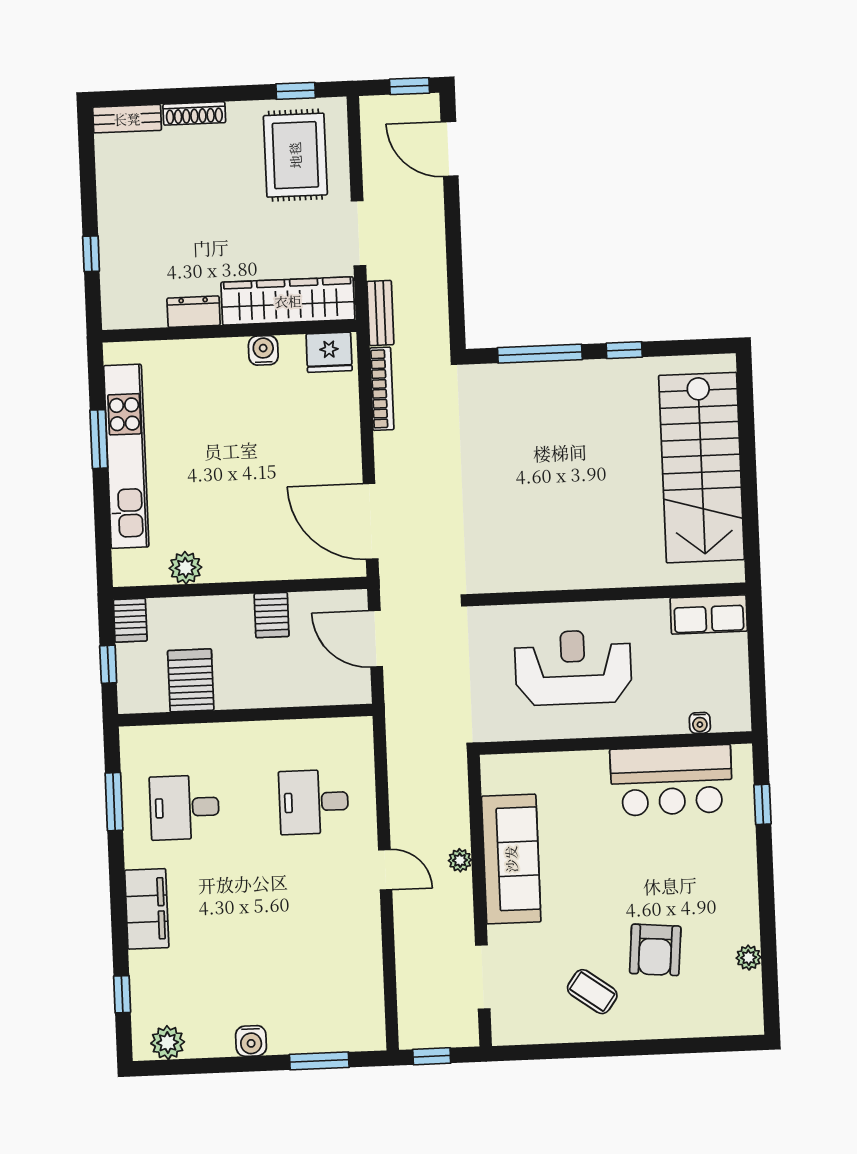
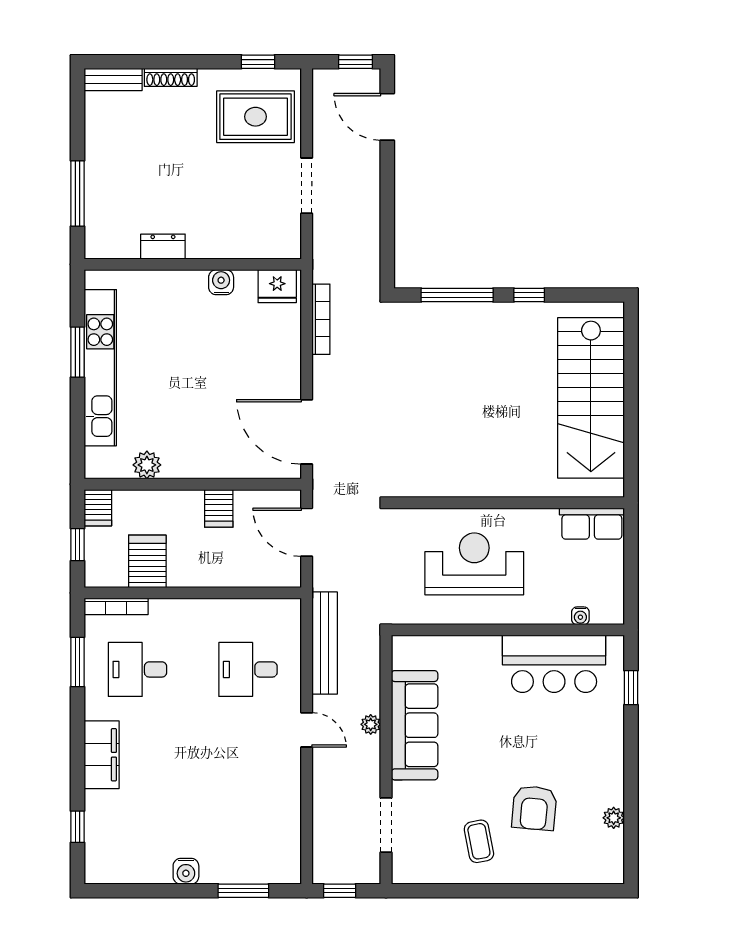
rug: (295, 155) -> (255, 117), turned 90
window: (91, 254) -> (78, 194), width x2.17
wardrobe: (288, 301) -> (244, 241), removed
bench: (380, 313) -> (325, 643), moved, width x1.86, depth x1.21
bookcase: (156, 735) -> (116, 606), added
coffee table: (592, 992) -> (479, 841), turned 43
plant: (168, 1043) -> (115, 870), removed

